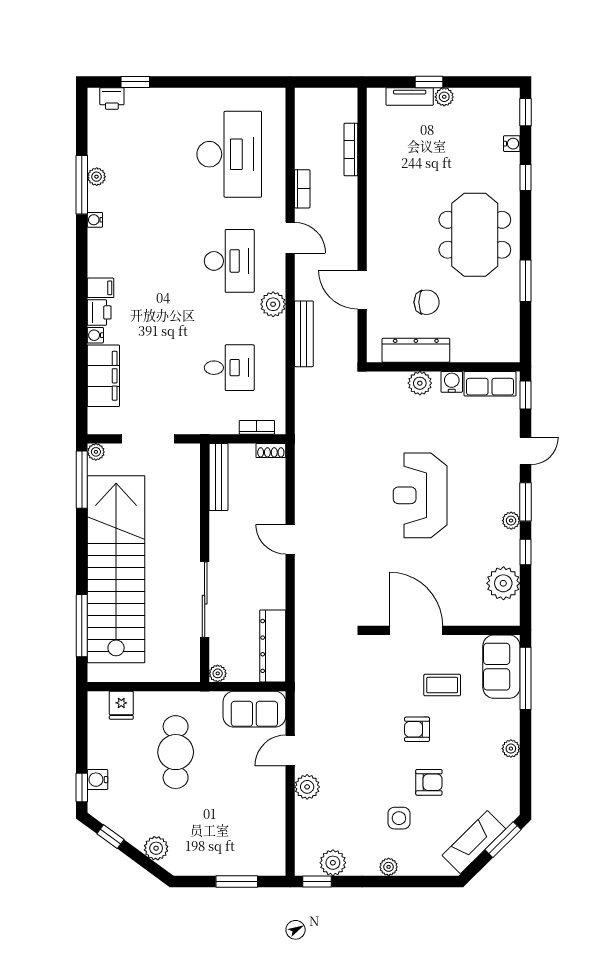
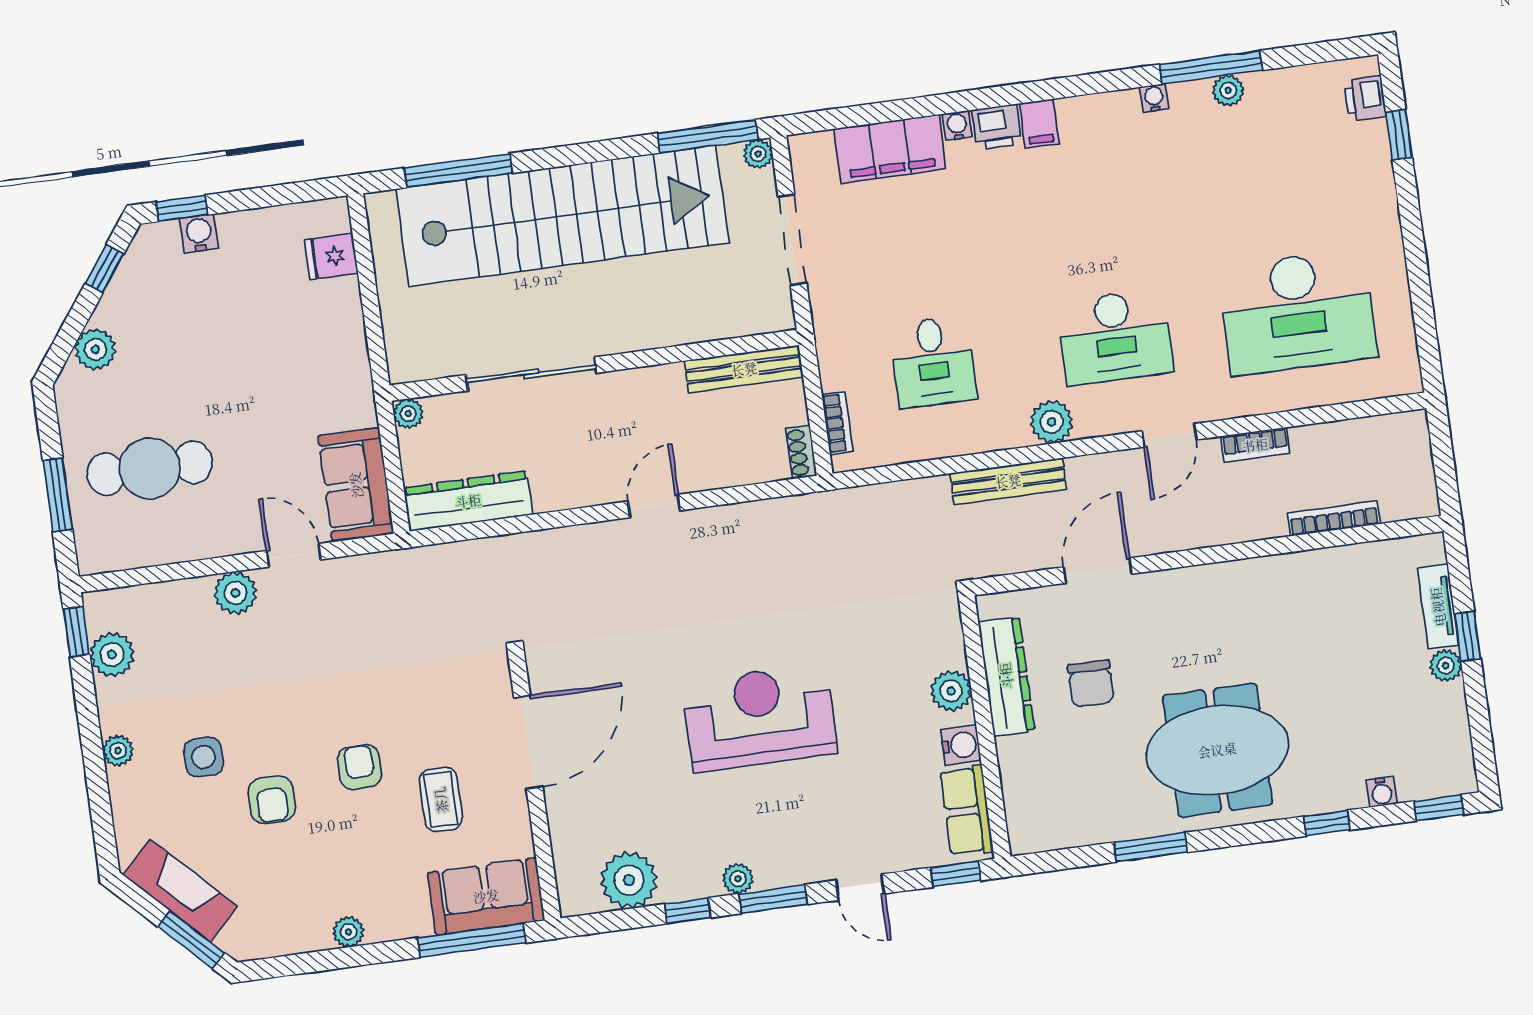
cafe table: (176, 752) -> (150, 468), moved

